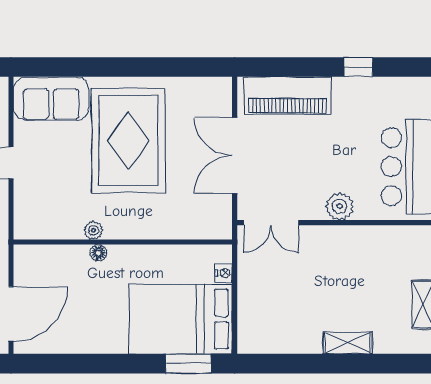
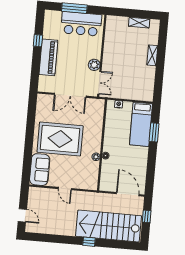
piano: (287, 95) -> (48, 57), moved
plant: (339, 206) -> (94, 65), moved
bed: (181, 319) -> (141, 124), width x0.67
window: (188, 364) -> (154, 132), moved

